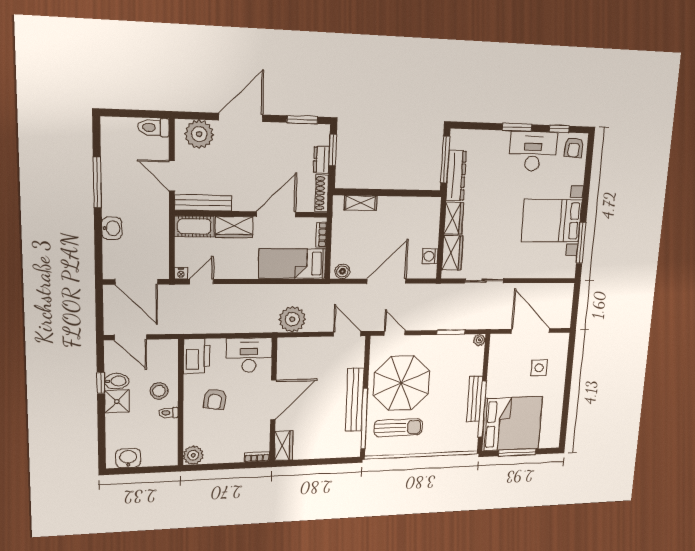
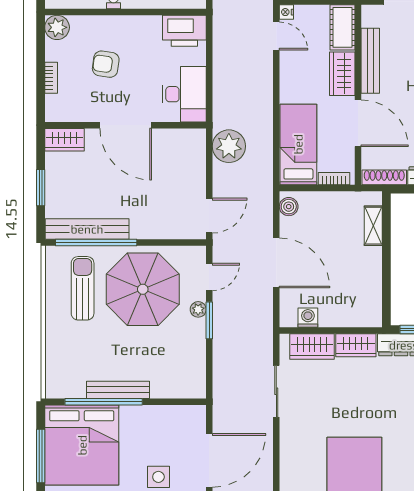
bench: (203, 203) -> (370, 61), moved
window: (451, 332) -> (209, 320), moved
plant: (479, 340) -> (198, 309), moved
armchair: (215, 399) -> (106, 64), moved
bench: (355, 400) -> (87, 229), moved
sun lounger: (398, 428) -> (83, 288), turned 180
bookcase: (257, 457) -> (51, 78), moved
window: (320, 462) -> (41, 188), added

